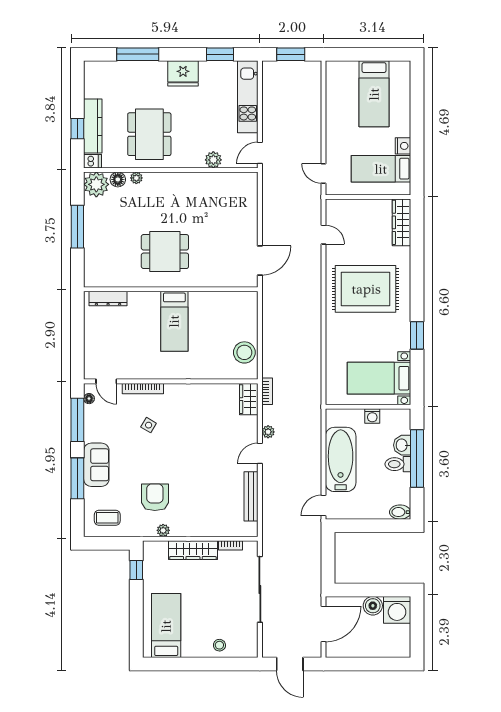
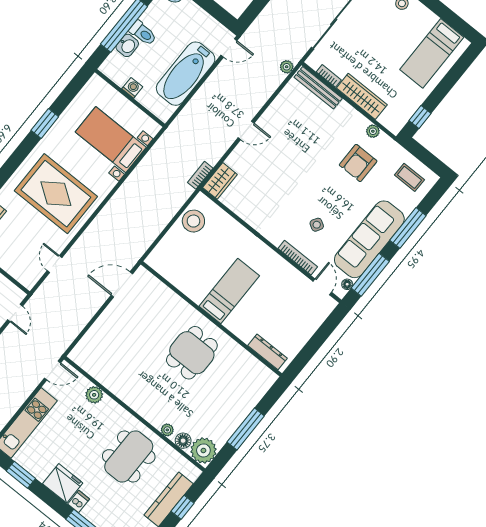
dishwasher: (93, 161) -> (79, 501), moved, turned 90
dining table: (165, 252) -> (192, 353), turned 90
bed with nightstands: (379, 378) -> (111, 140), moved, turned 180
plant: (268, 432) -> (287, 67), moved
sofa: (96, 465) -> (369, 239), width x1.85, depth x1.27
bench: (251, 496) -> (318, 88), moved, turned 90

